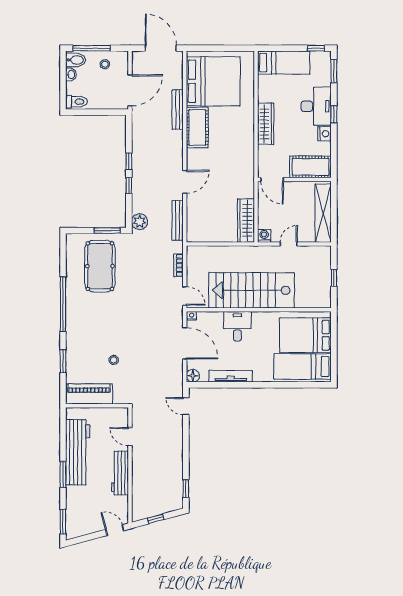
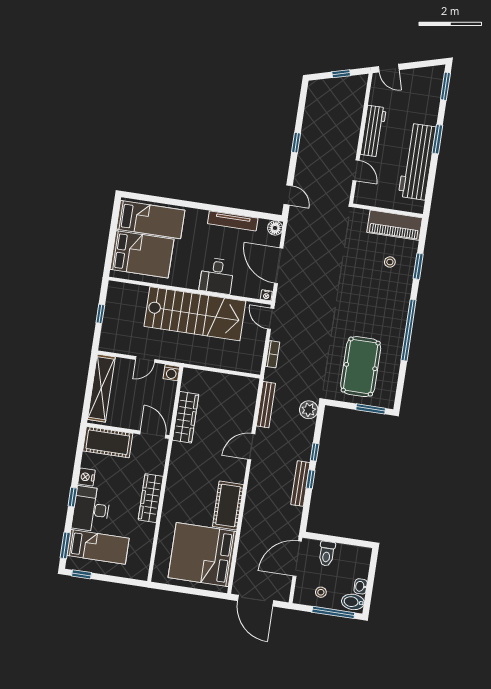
bed: (284, 63) -> (98, 547), moved, turned 180
toilet: (76, 102) -> (327, 554), moved, turned -90
bench: (178, 110) -> (300, 484), moved
wardrobe: (246, 220) -> (186, 417), moved
window: (107, 231) -> (371, 409), moved
stool: (114, 360) -> (390, 262), moved
window: (186, 489) -> (296, 143), moved

